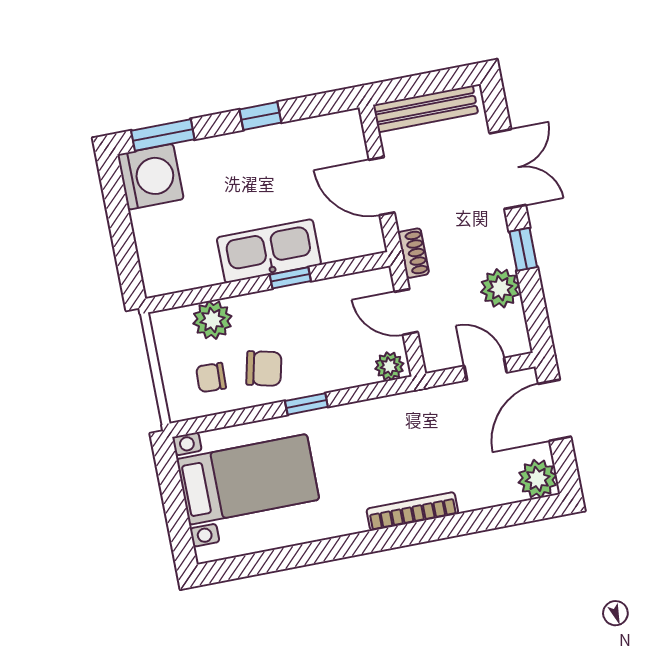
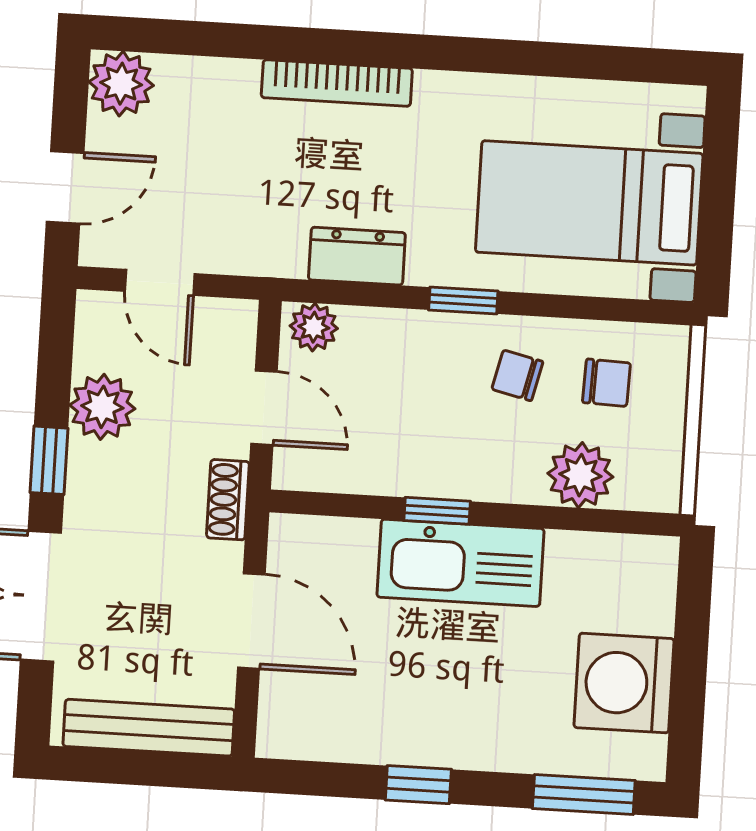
washing machine: (150, 177) -> (624, 683), moved
chair: (264, 368) -> (517, 375), width x0.73, depth x0.73
door: (555, 410) -> (65, 187), width x0.73
dresser: (375, 414) -> (357, 256), added

